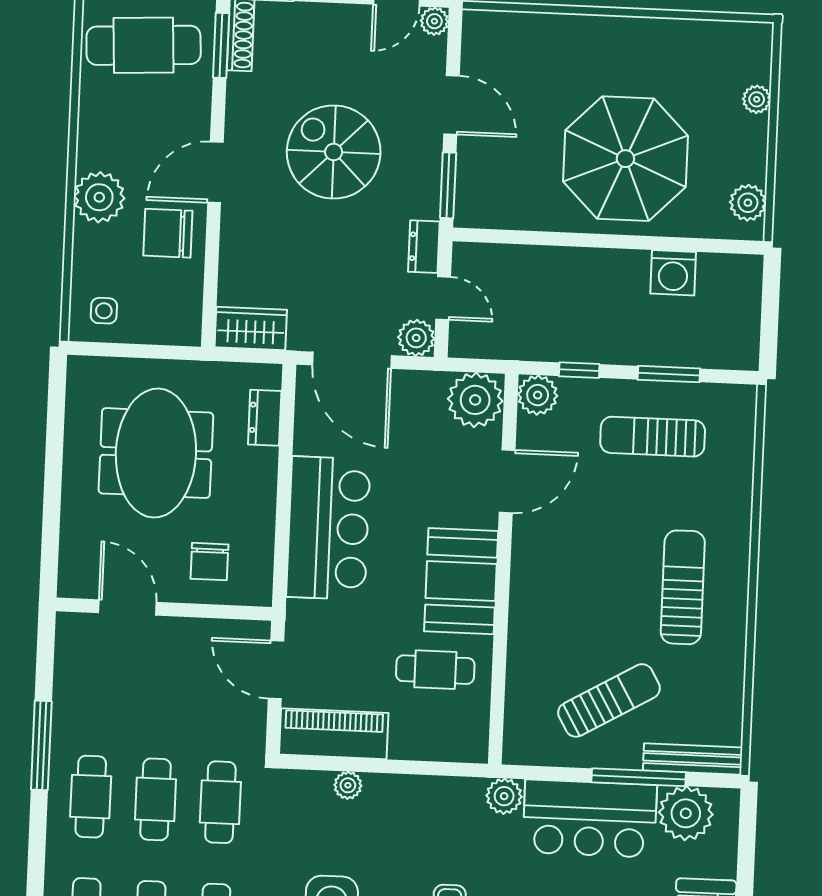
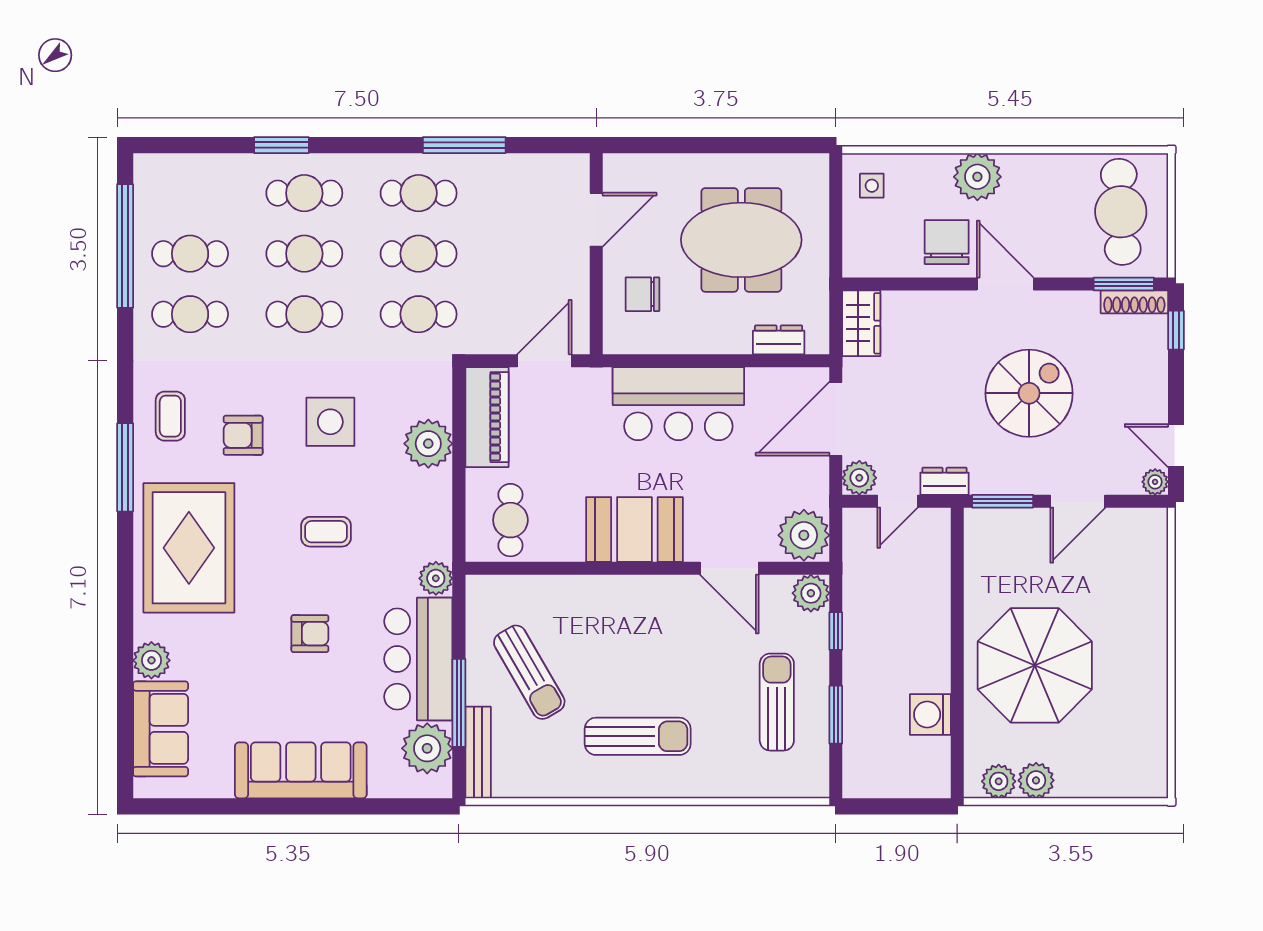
plant: (757, 99) -> (1036, 780), moved, width x1.38, depth x1.38
cafe table: (435, 670) -> (510, 520), moved
plant: (348, 785) -> (428, 444), width x1.88, depth x1.88

